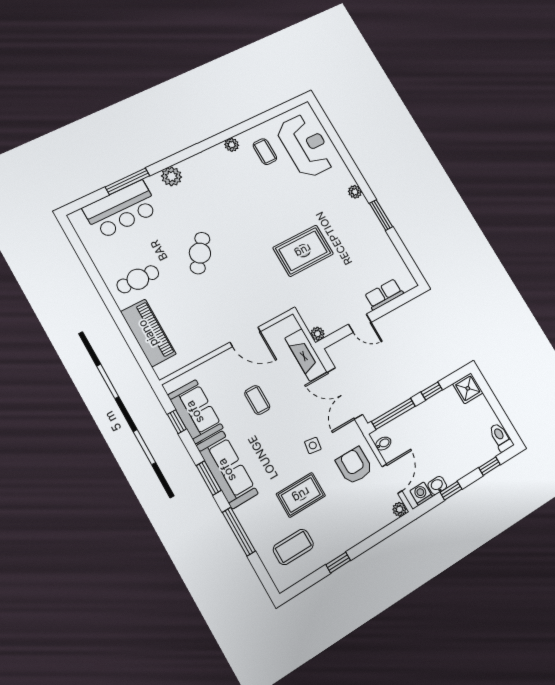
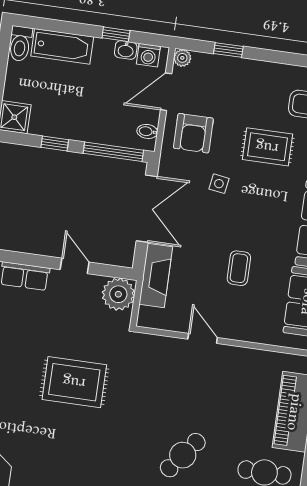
plant: (318, 334) -> (118, 294), width x1.88, depth x1.88
door: (245, 337) -> (203, 338), width x0.73
bathtub: (476, 456) -> (62, 46), added
window: (490, 466) -> (56, 26), removed
window: (338, 563) -> (228, 50), moved

